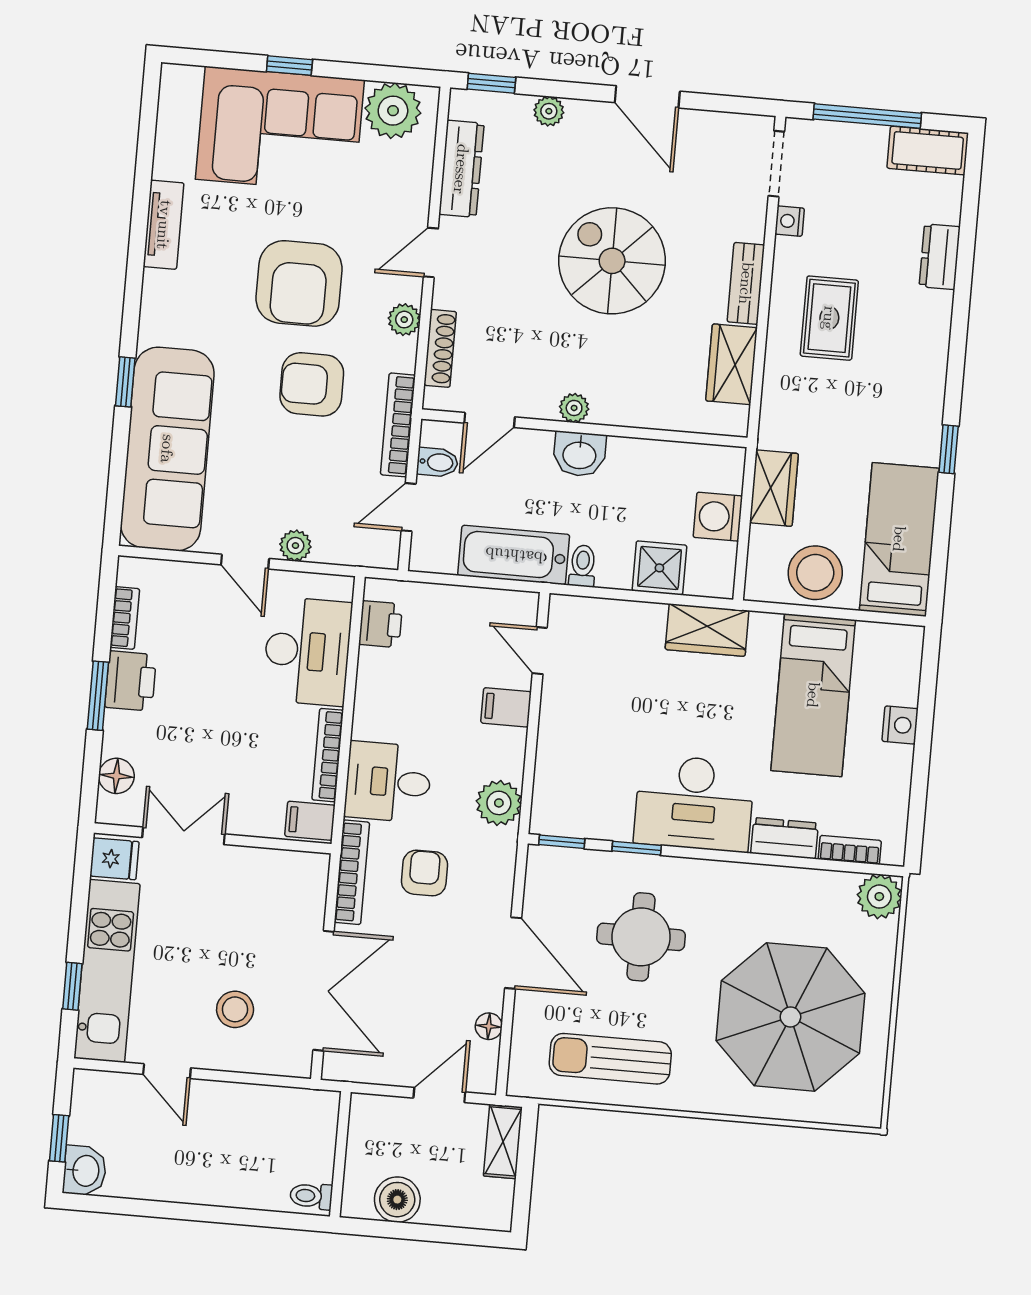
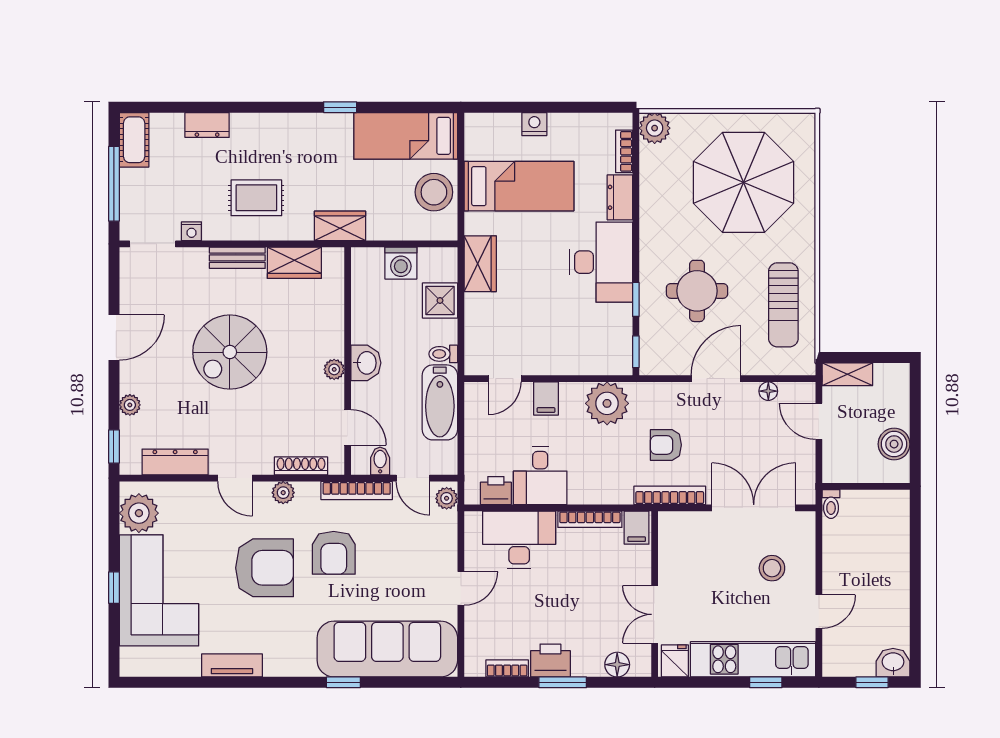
wardrobe: (774, 488) -> (340, 226), moved
plant: (295, 546) -> (447, 498), moved
desk: (388, 782) -> (540, 476), moved
plant: (499, 803) -> (607, 403), width x1.36, depth x1.36
toilet: (311, 1196) -> (831, 504), moved

